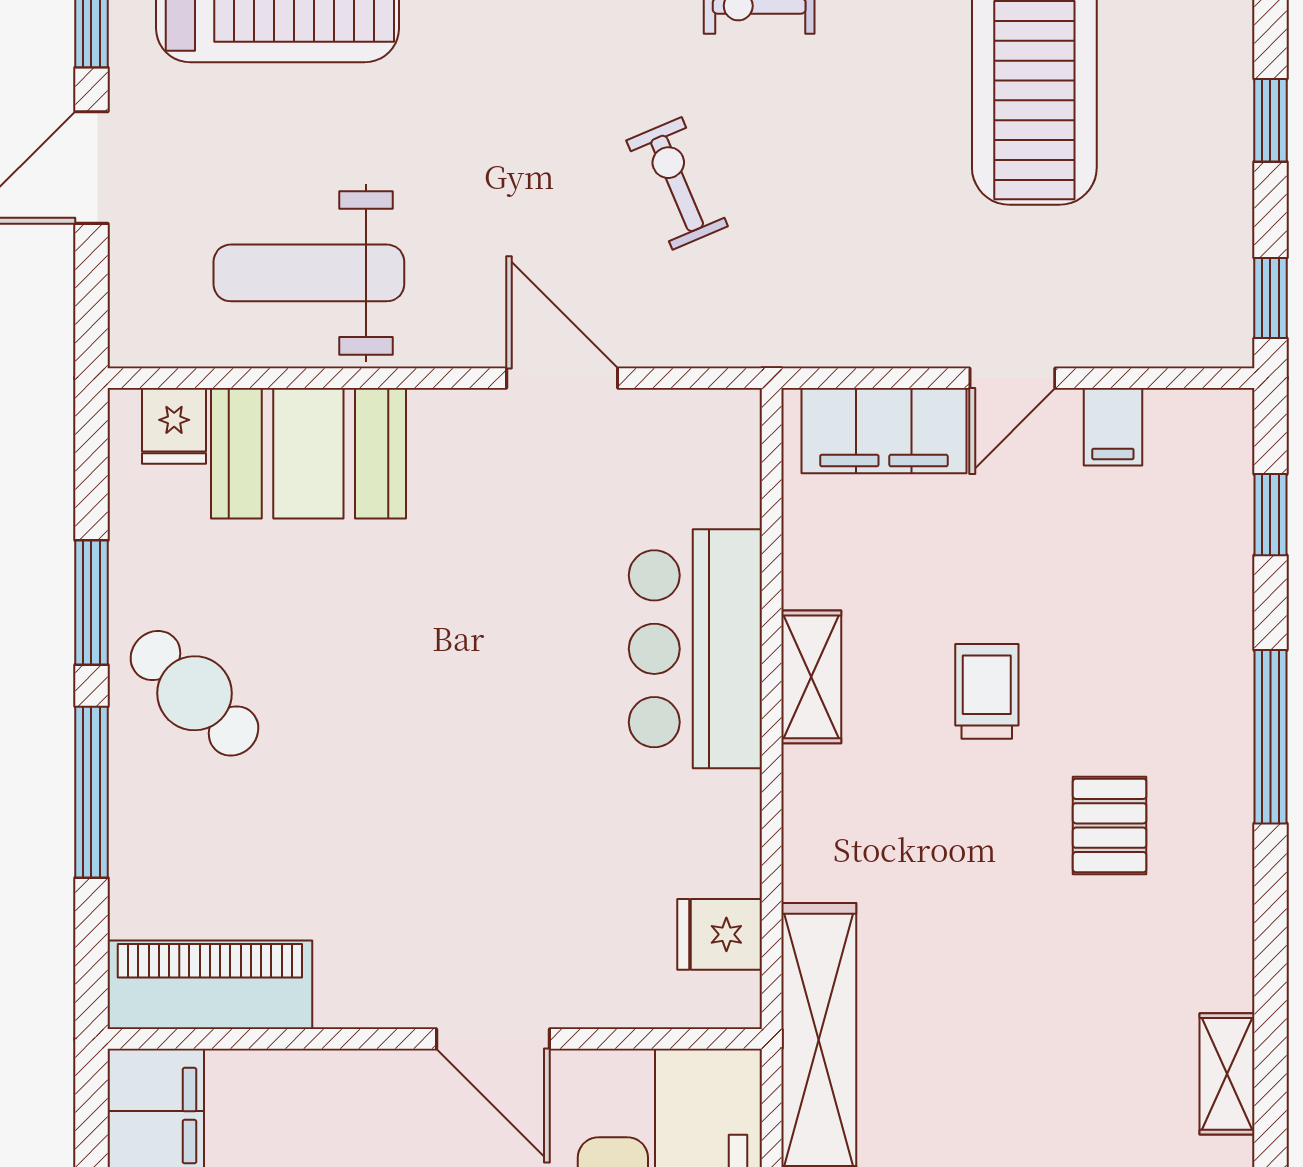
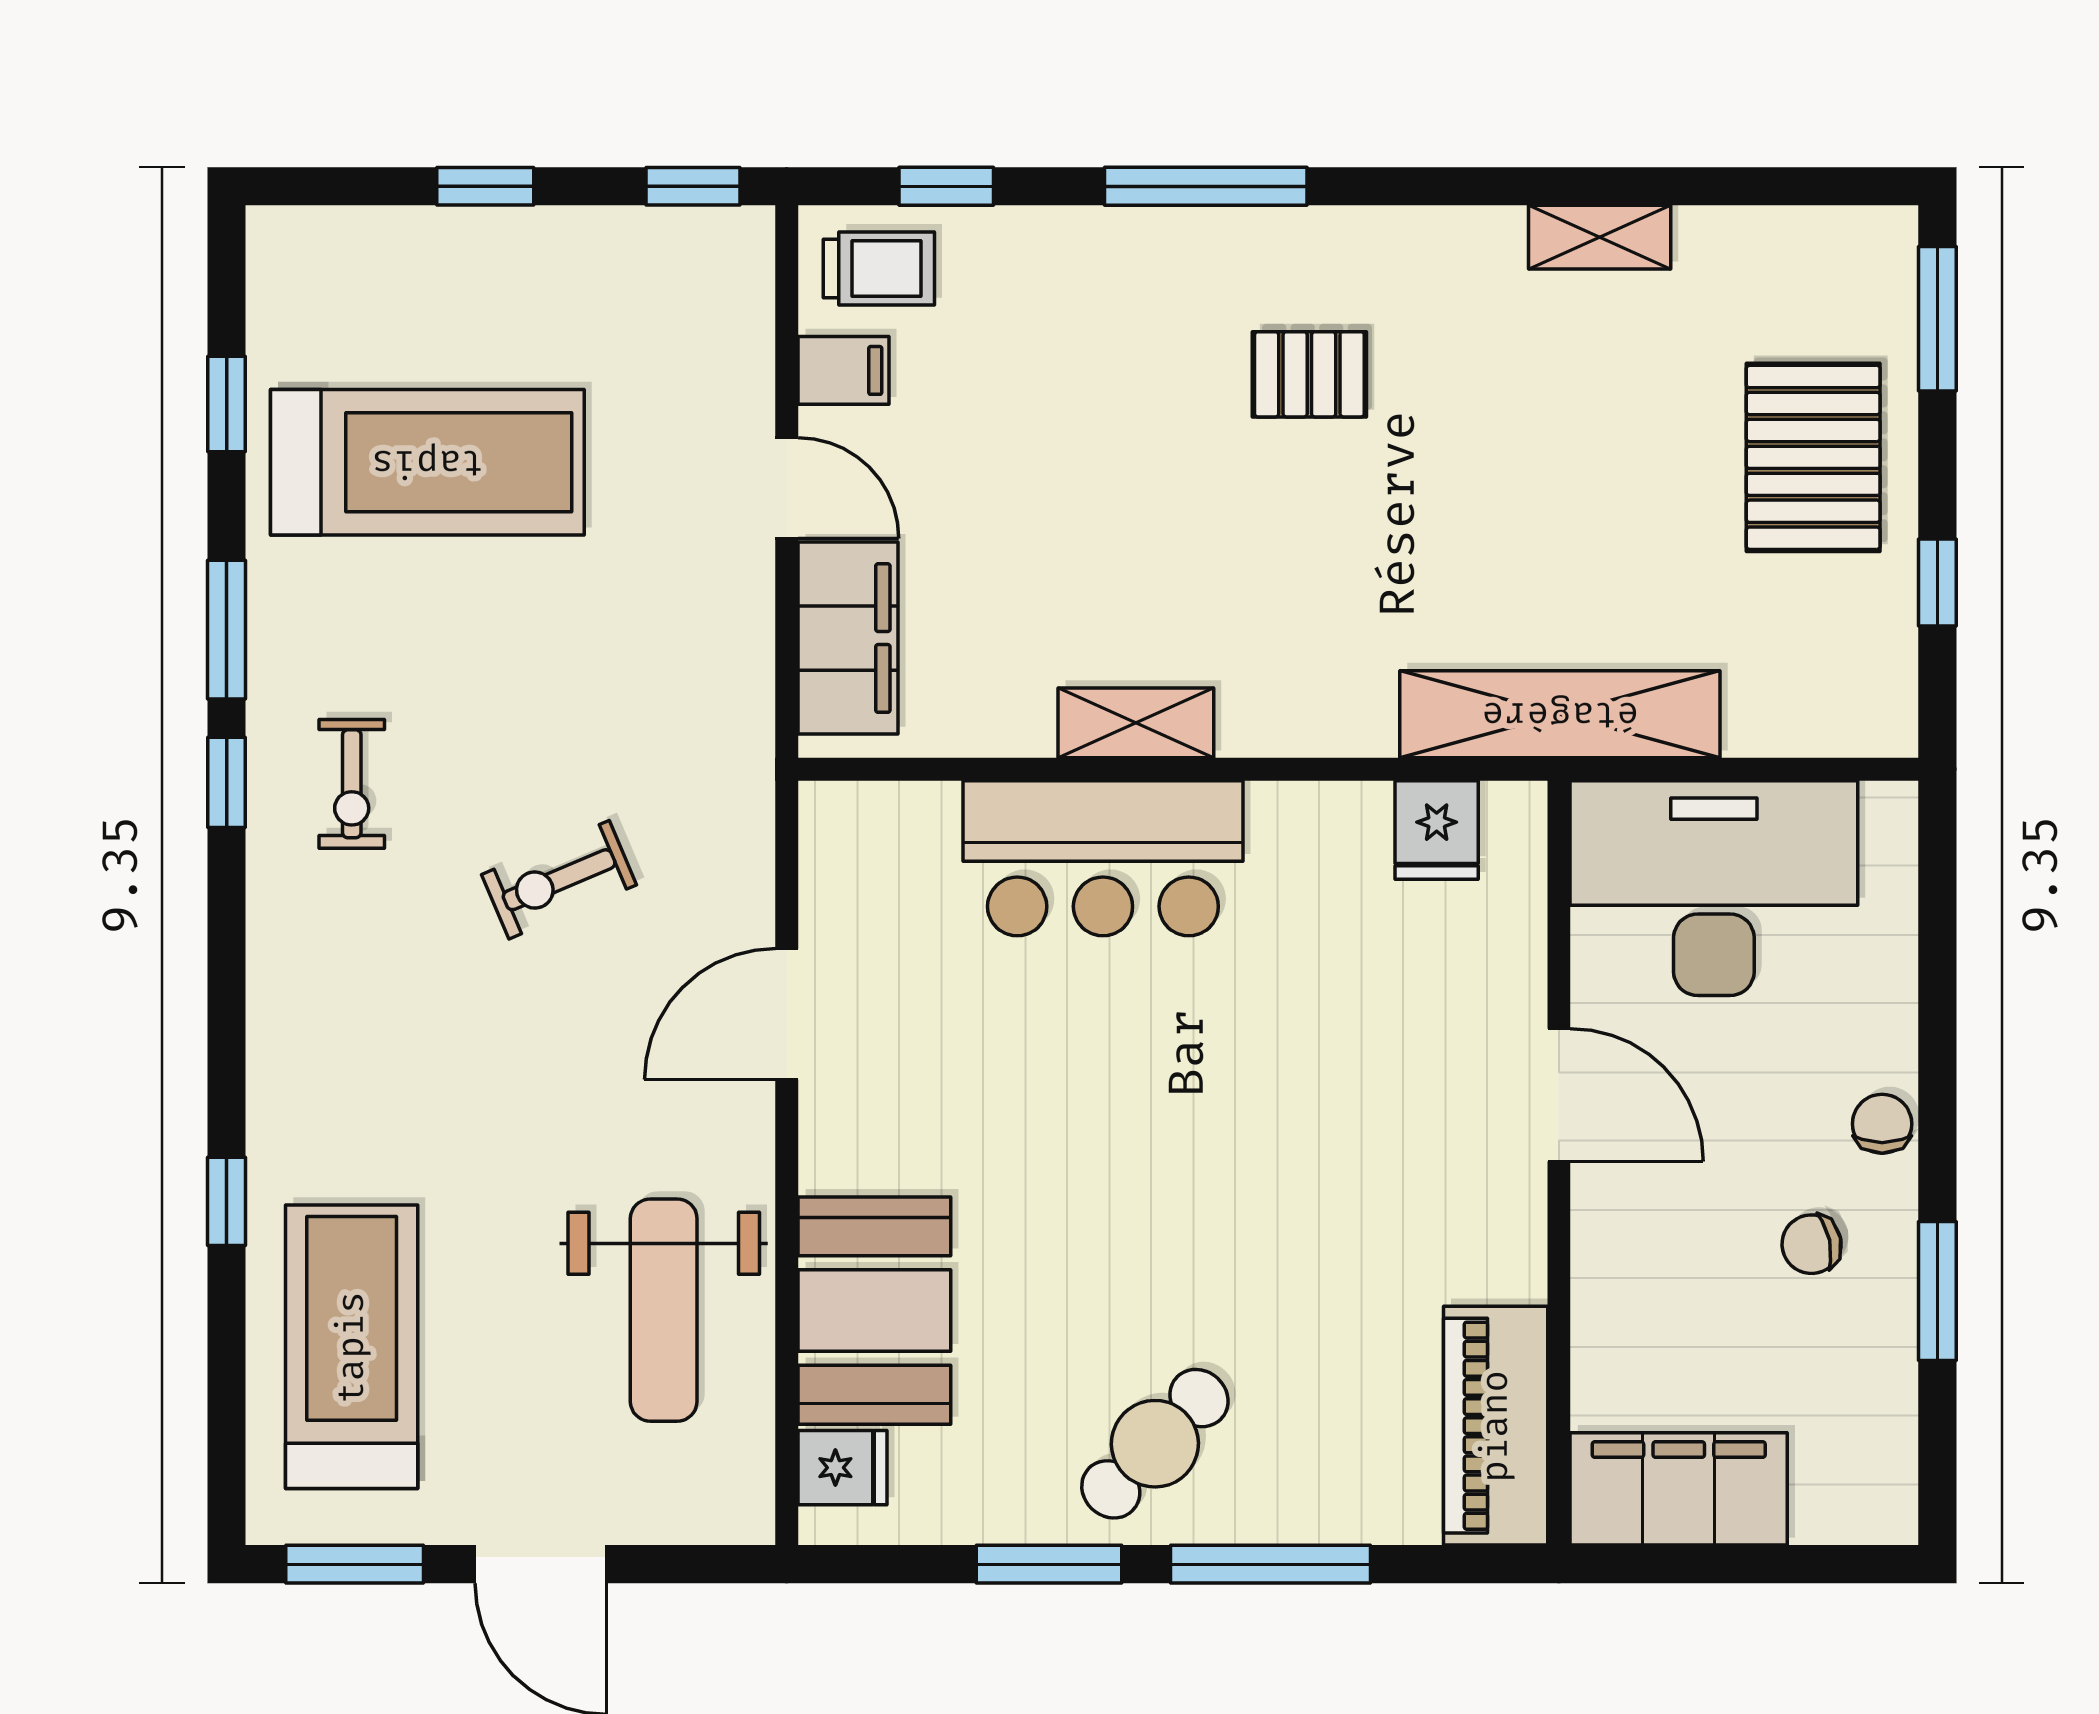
trolley: (987, 691) -> (879, 268), moved, turned 180
door: (493, 1039) -> (1559, 1095), hinge flipped

